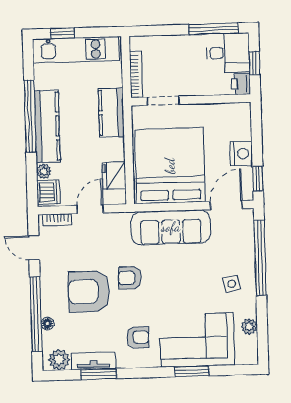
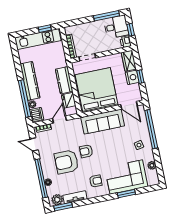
window: (62, 33) -> (45, 29), moved
kitchen counter: (111, 113) -> (64, 80), moved
window: (30, 116) -> (25, 98), moved
wardrobe: (240, 121) -> (129, 61), added
window: (258, 179) -> (140, 77), moved
door: (226, 205) -> (129, 105), swing flipped
window: (99, 374) -> (63, 207), moved

